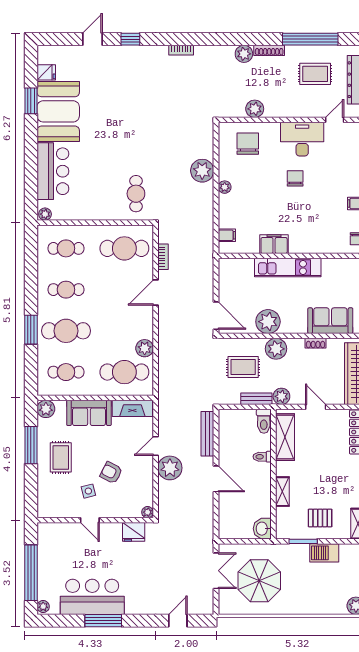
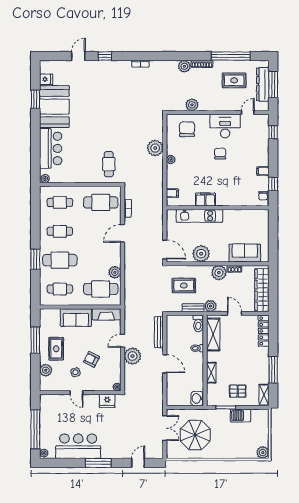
kitchen unit: (288, 267) -> (199, 216), moved
plant: (276, 349) -> (219, 273), moved
plant: (46, 409) -> (46, 370), moved
window: (103, 621) -> (98, 463), moved

